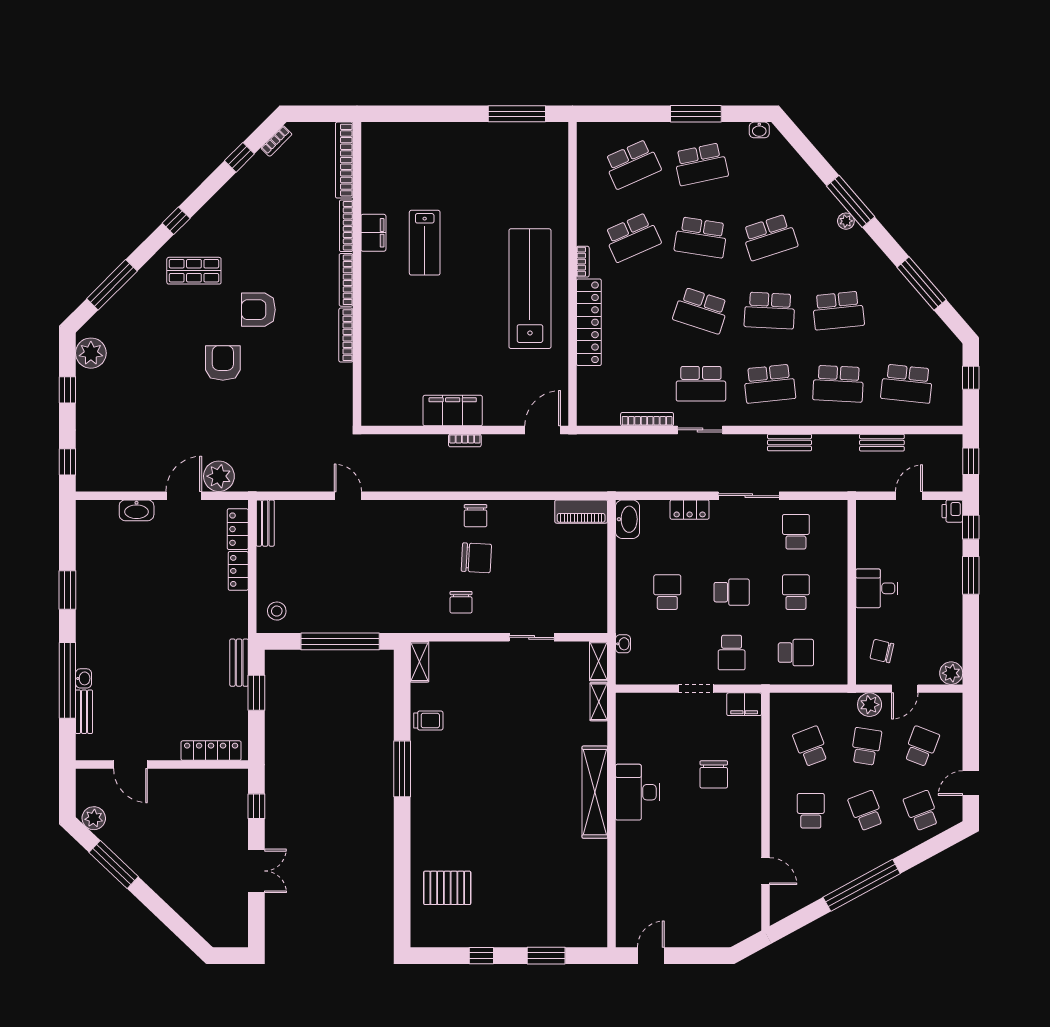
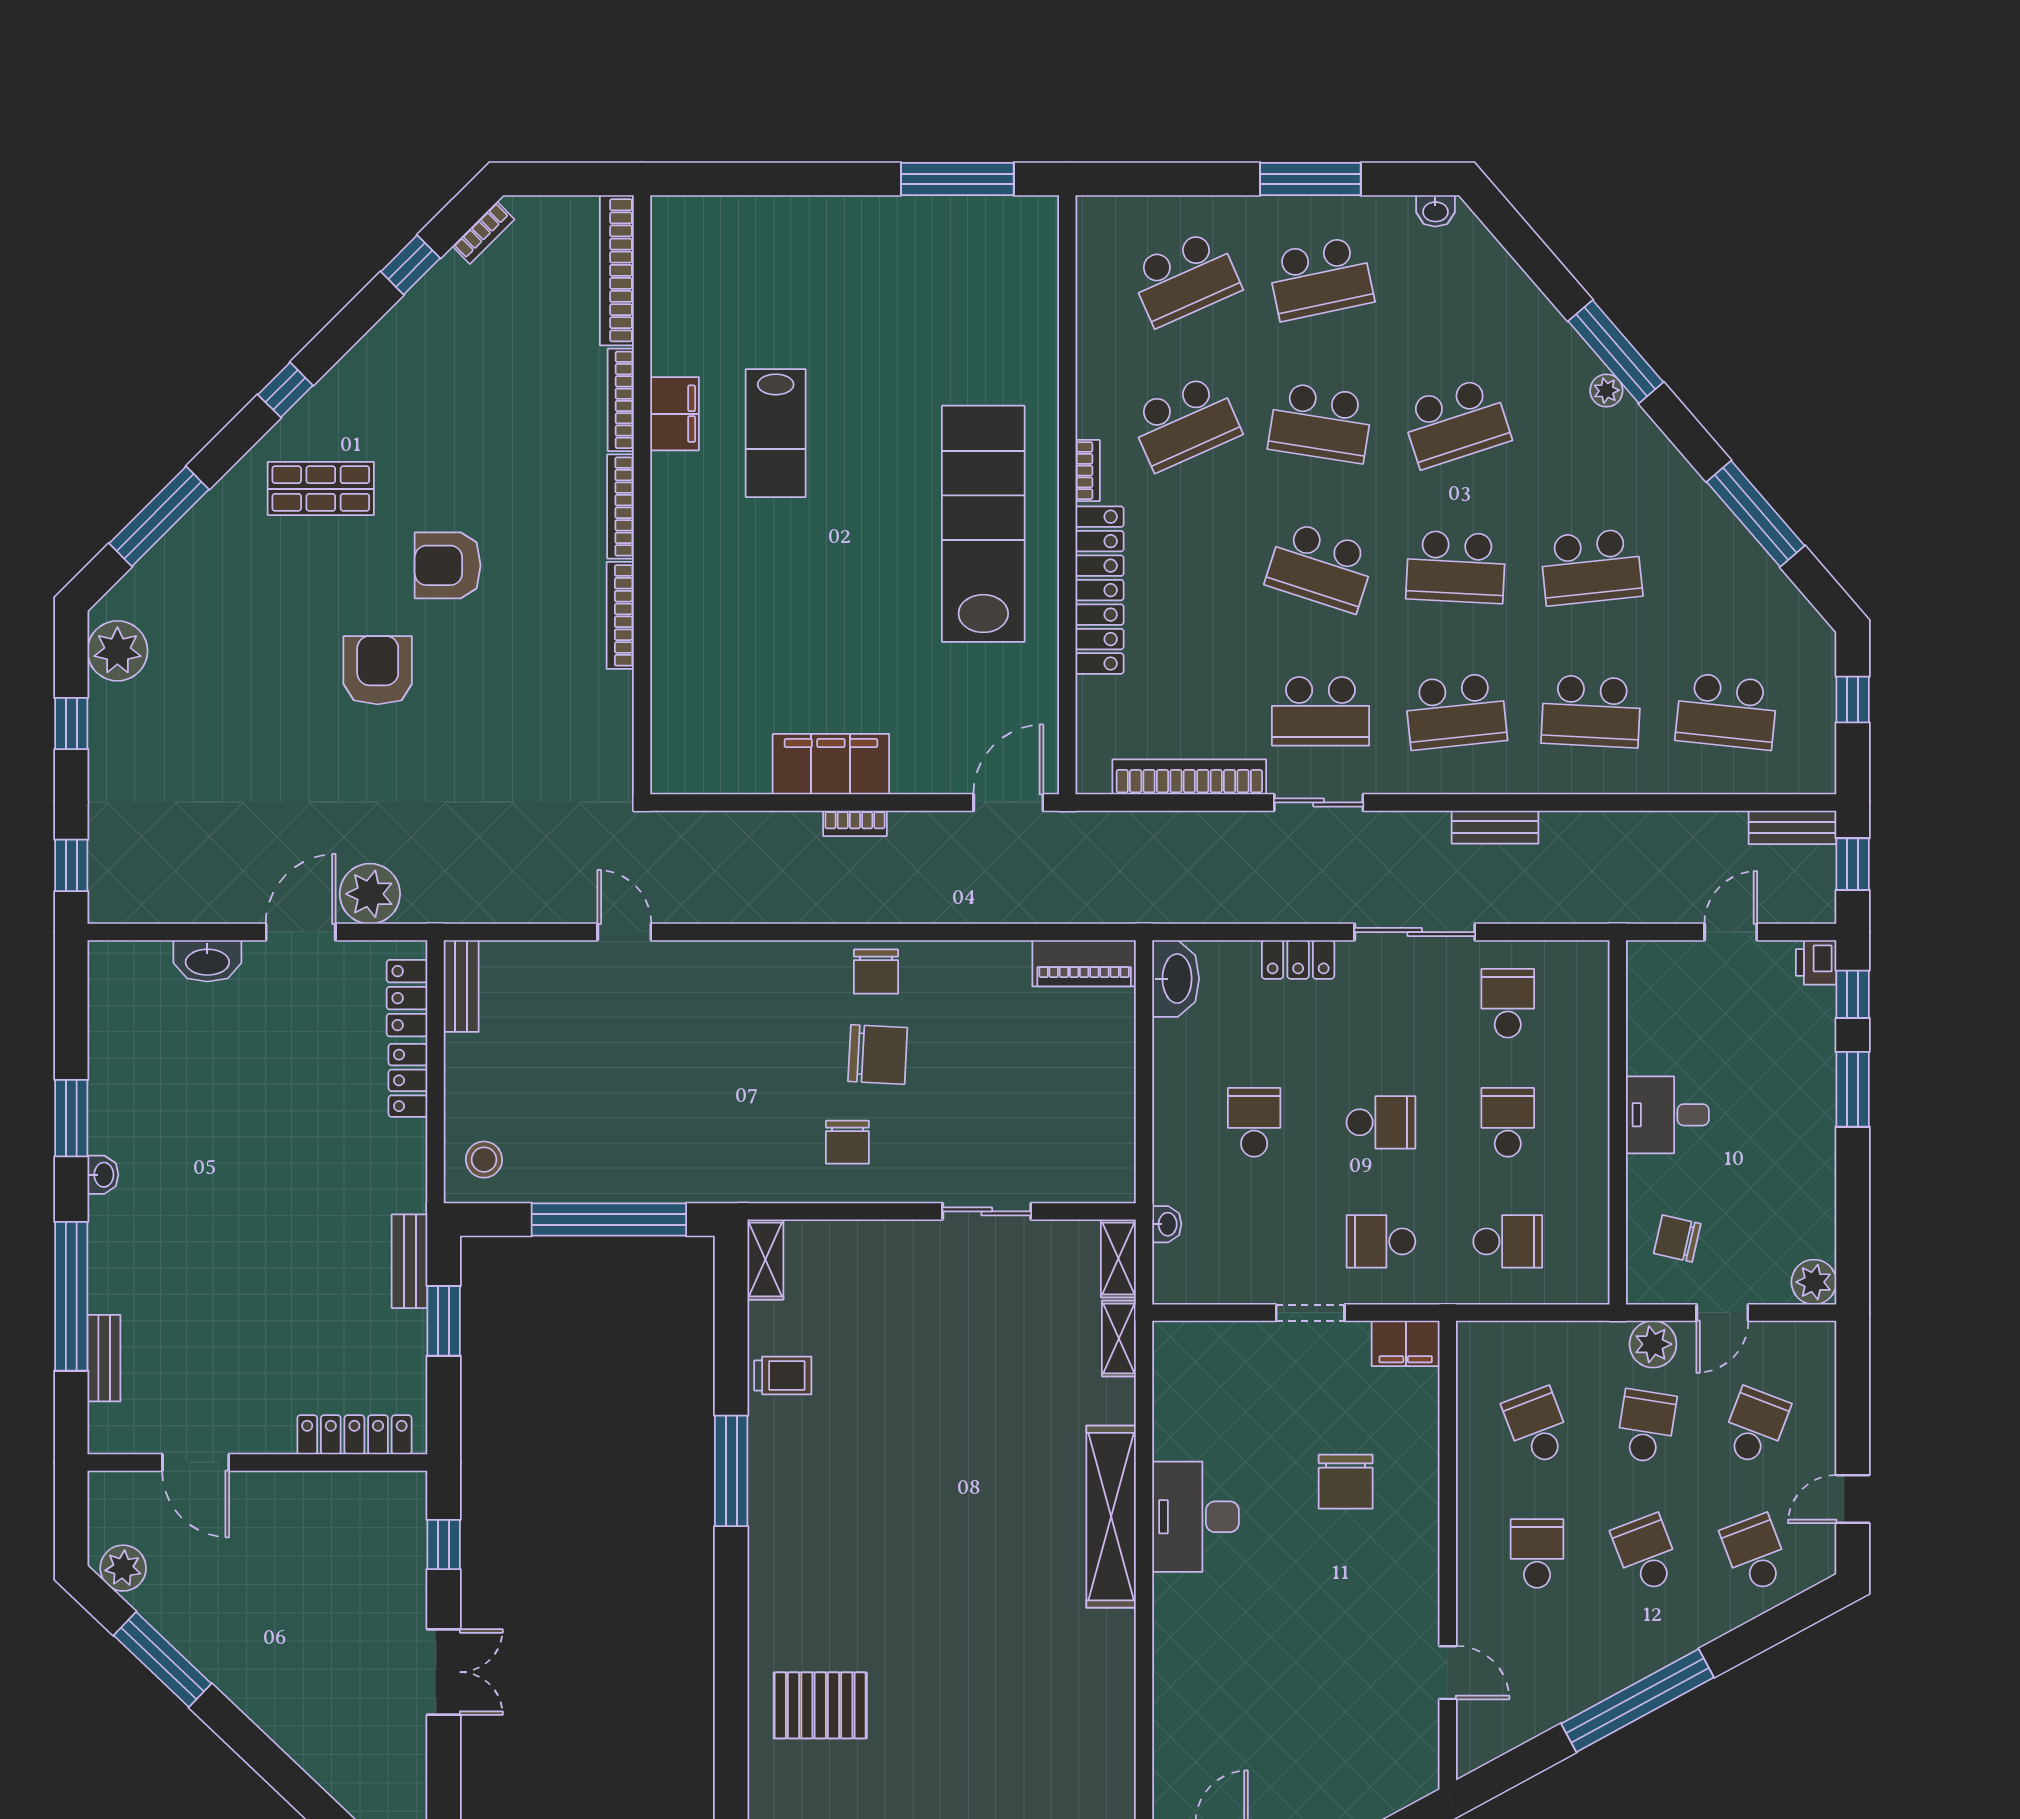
bookcase: (647, 419) -> (1189, 777), width x1.48, depth x1.31
bench: (882, 443) -> (1792, 827), moved
school desk: (732, 653) -> (1381, 1241), turned 90
washbasin: (83, 678) -> (103, 1175), moved

